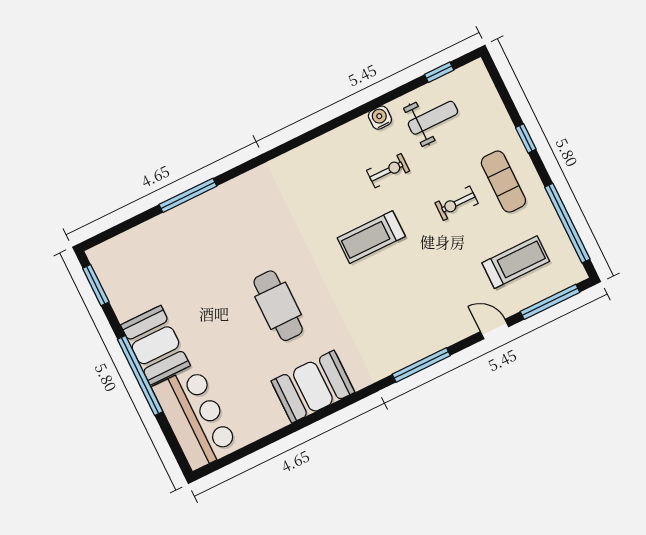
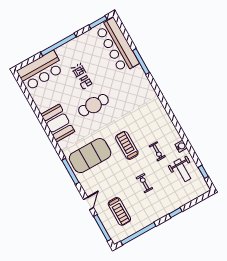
exercise mat: (503, 182) -> (90, 156), moved, width x2.00, depth x1.45
bar counter: (150, 246) -> (117, 46), added
booth: (155, 345) -> (72, 51), removed

